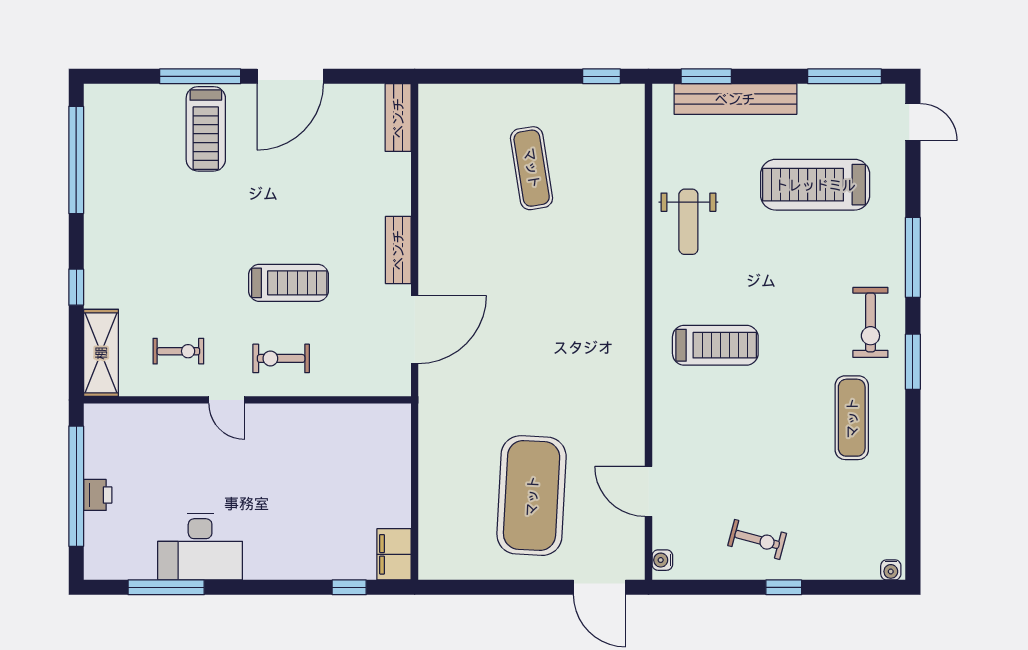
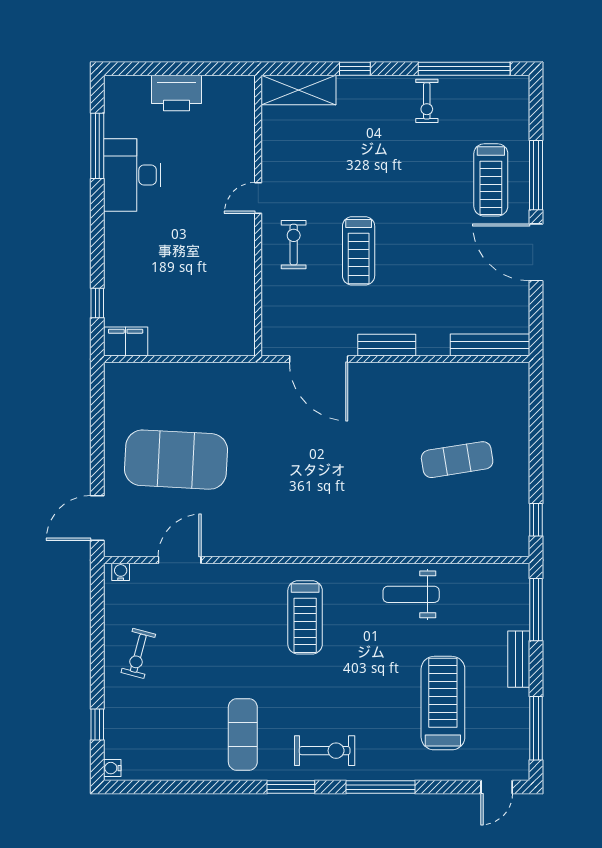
window: (706, 76) -> (536, 610), width x1.44
bench: (735, 99) -> (519, 659), width x0.54, depth x0.82
bench: (398, 118) -> (490, 345), width x1.36
treadmill: (206, 129) -> (491, 180), turned -90
exercise bike: (870, 322) -> (325, 751), turned 180
exercise bike: (178, 351) -> (427, 101), moved
exercise mat: (852, 418) -> (243, 735), turned 90
window: (76, 486) -> (184, 69), removed
printer: (98, 495) -> (176, 93), width x1.87, depth x1.48
window: (784, 587) -> (97, 725), moved

